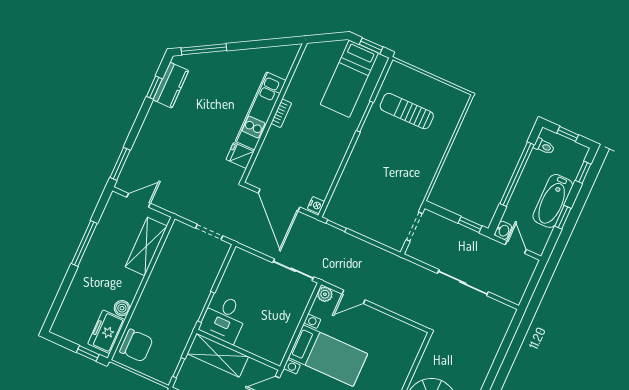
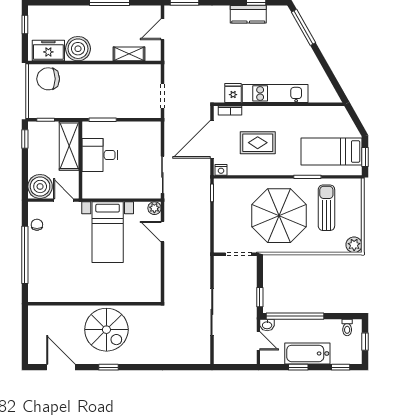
kitchen counter: (171, 85) -> (248, 14), moved
plant: (459, 99) -> (354, 245), added
bookcase: (281, 113) -> (230, 110), moved
rug: (305, 153) -> (258, 143), added
parasol: (392, 165) -> (279, 216), added
window: (517, 174) -> (295, 316), moved
door: (138, 200) -> (162, 29), swing flipped
shelving: (146, 246) -> (129, 54), width x0.67, depth x0.75
door: (516, 247) -> (258, 341), hinge flipped
boiler: (122, 308) -> (78, 49), width x1.86, depth x1.86
desk: (224, 319) -> (100, 155), moved
chair: (136, 345) -> (48, 79), turned 90
window: (88, 353) -> (25, 25), moved

